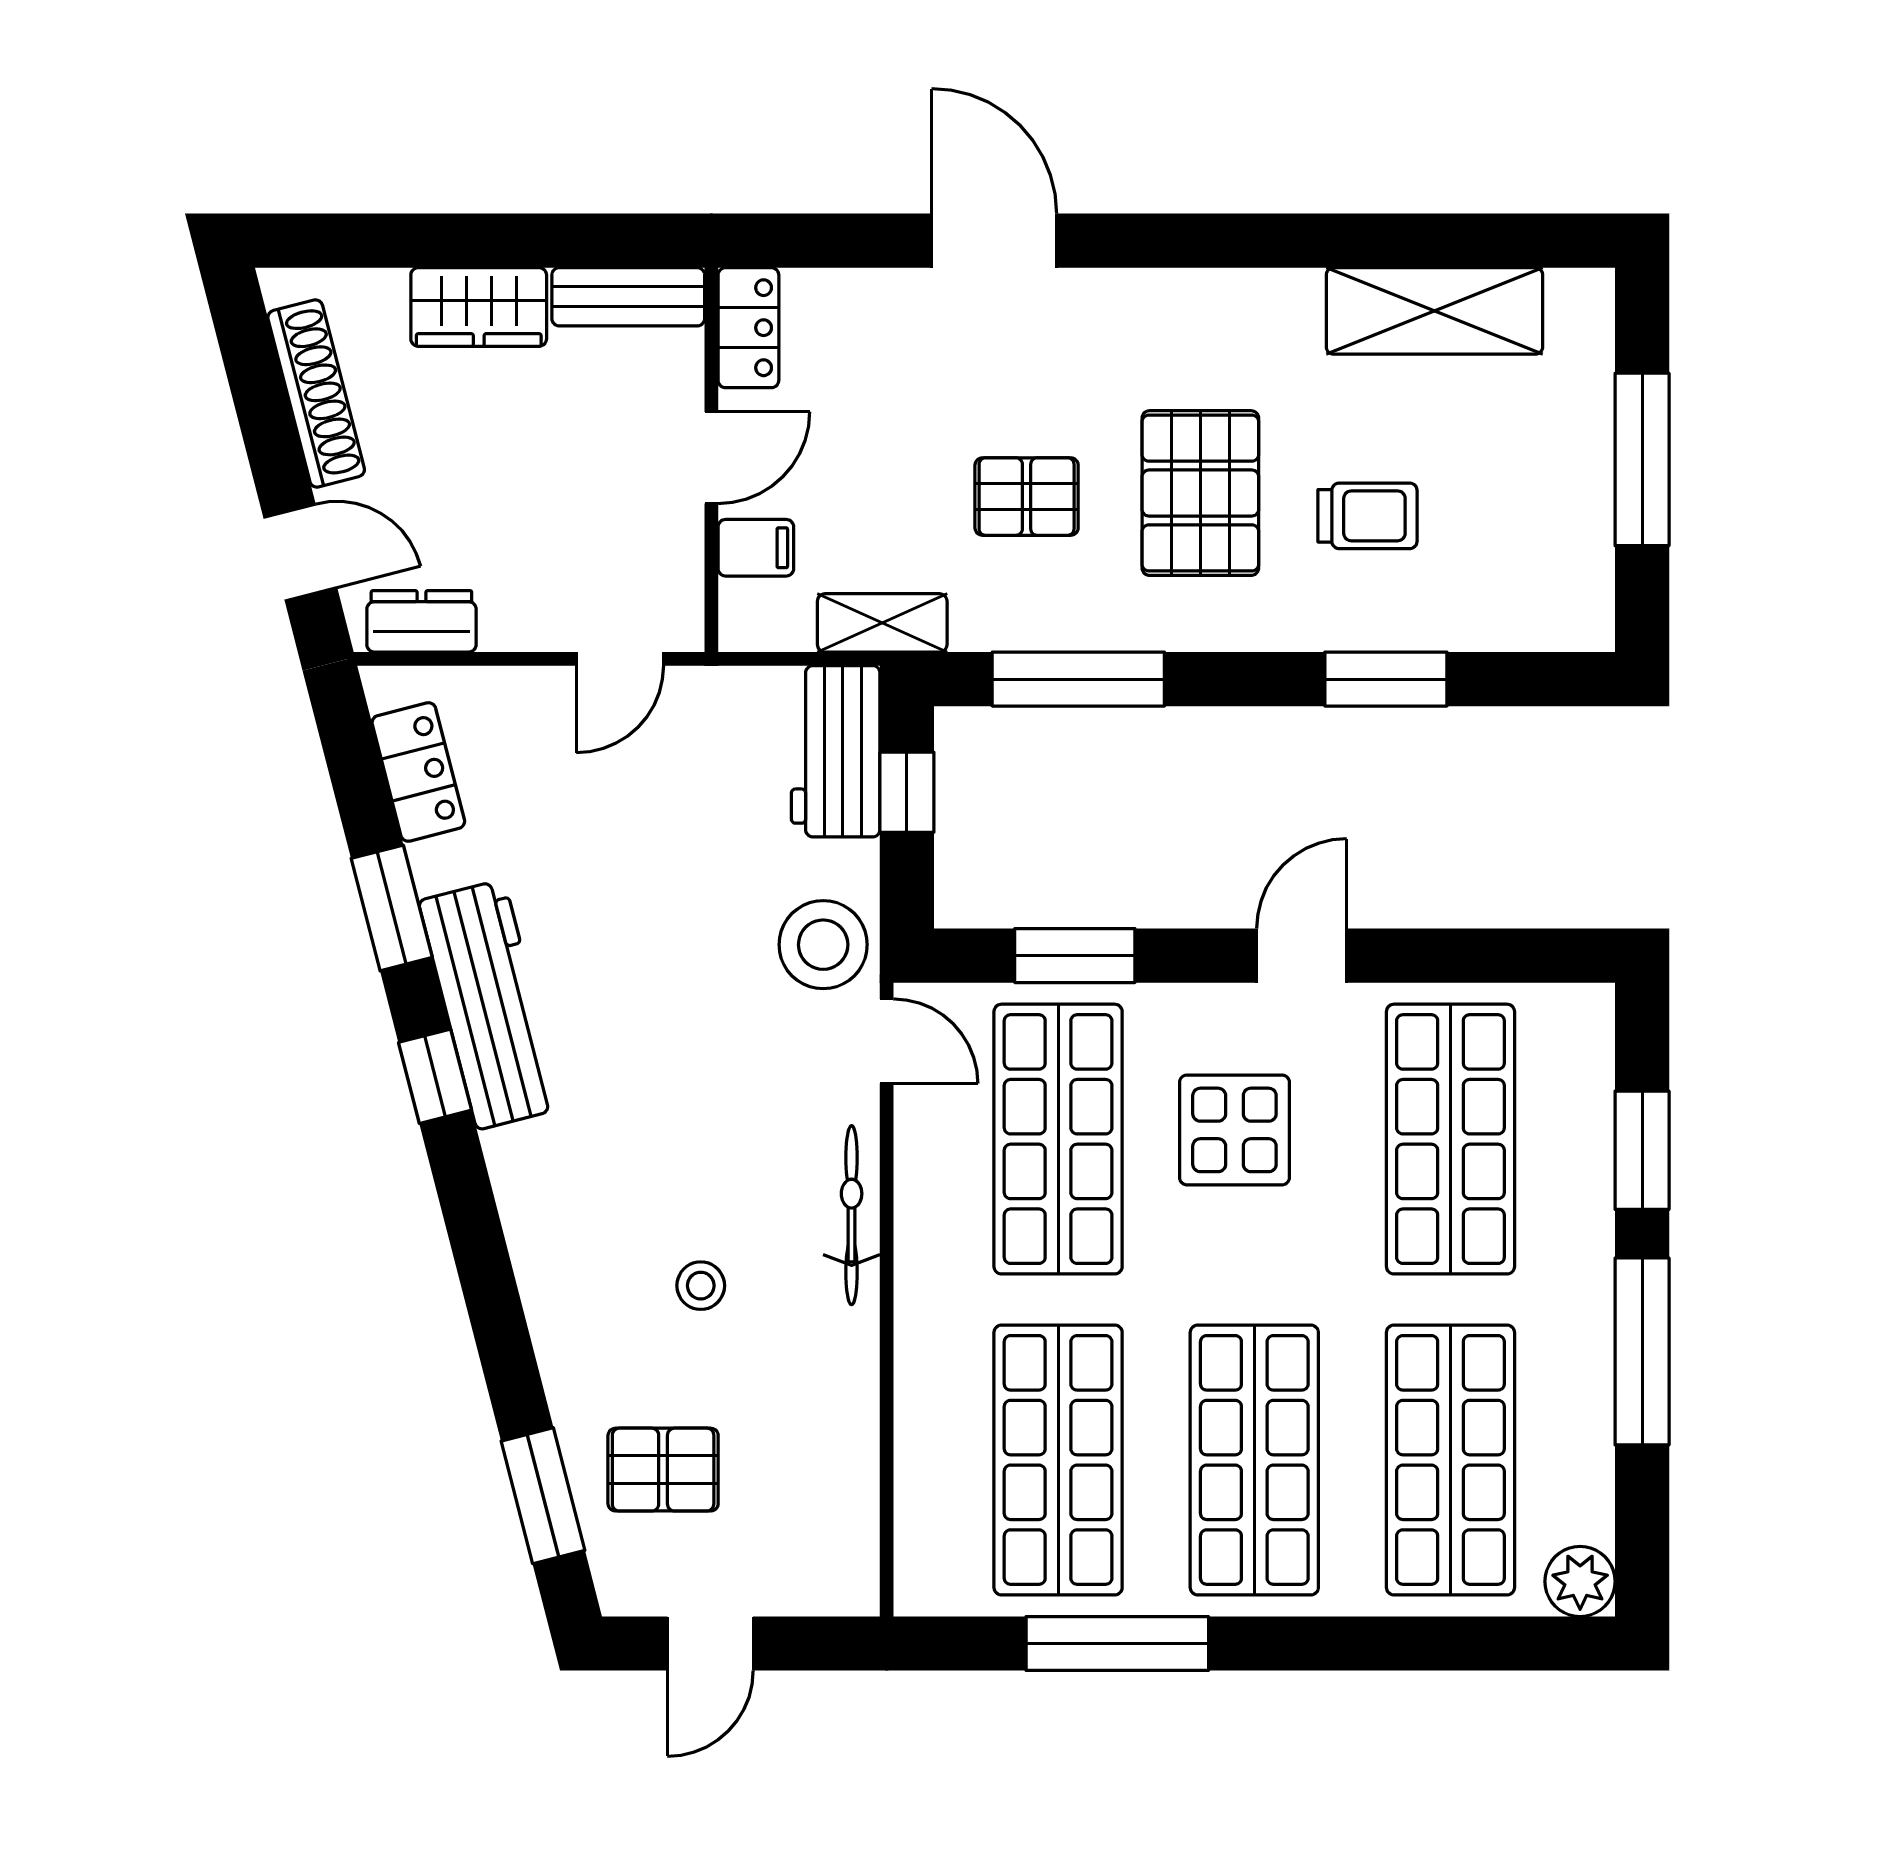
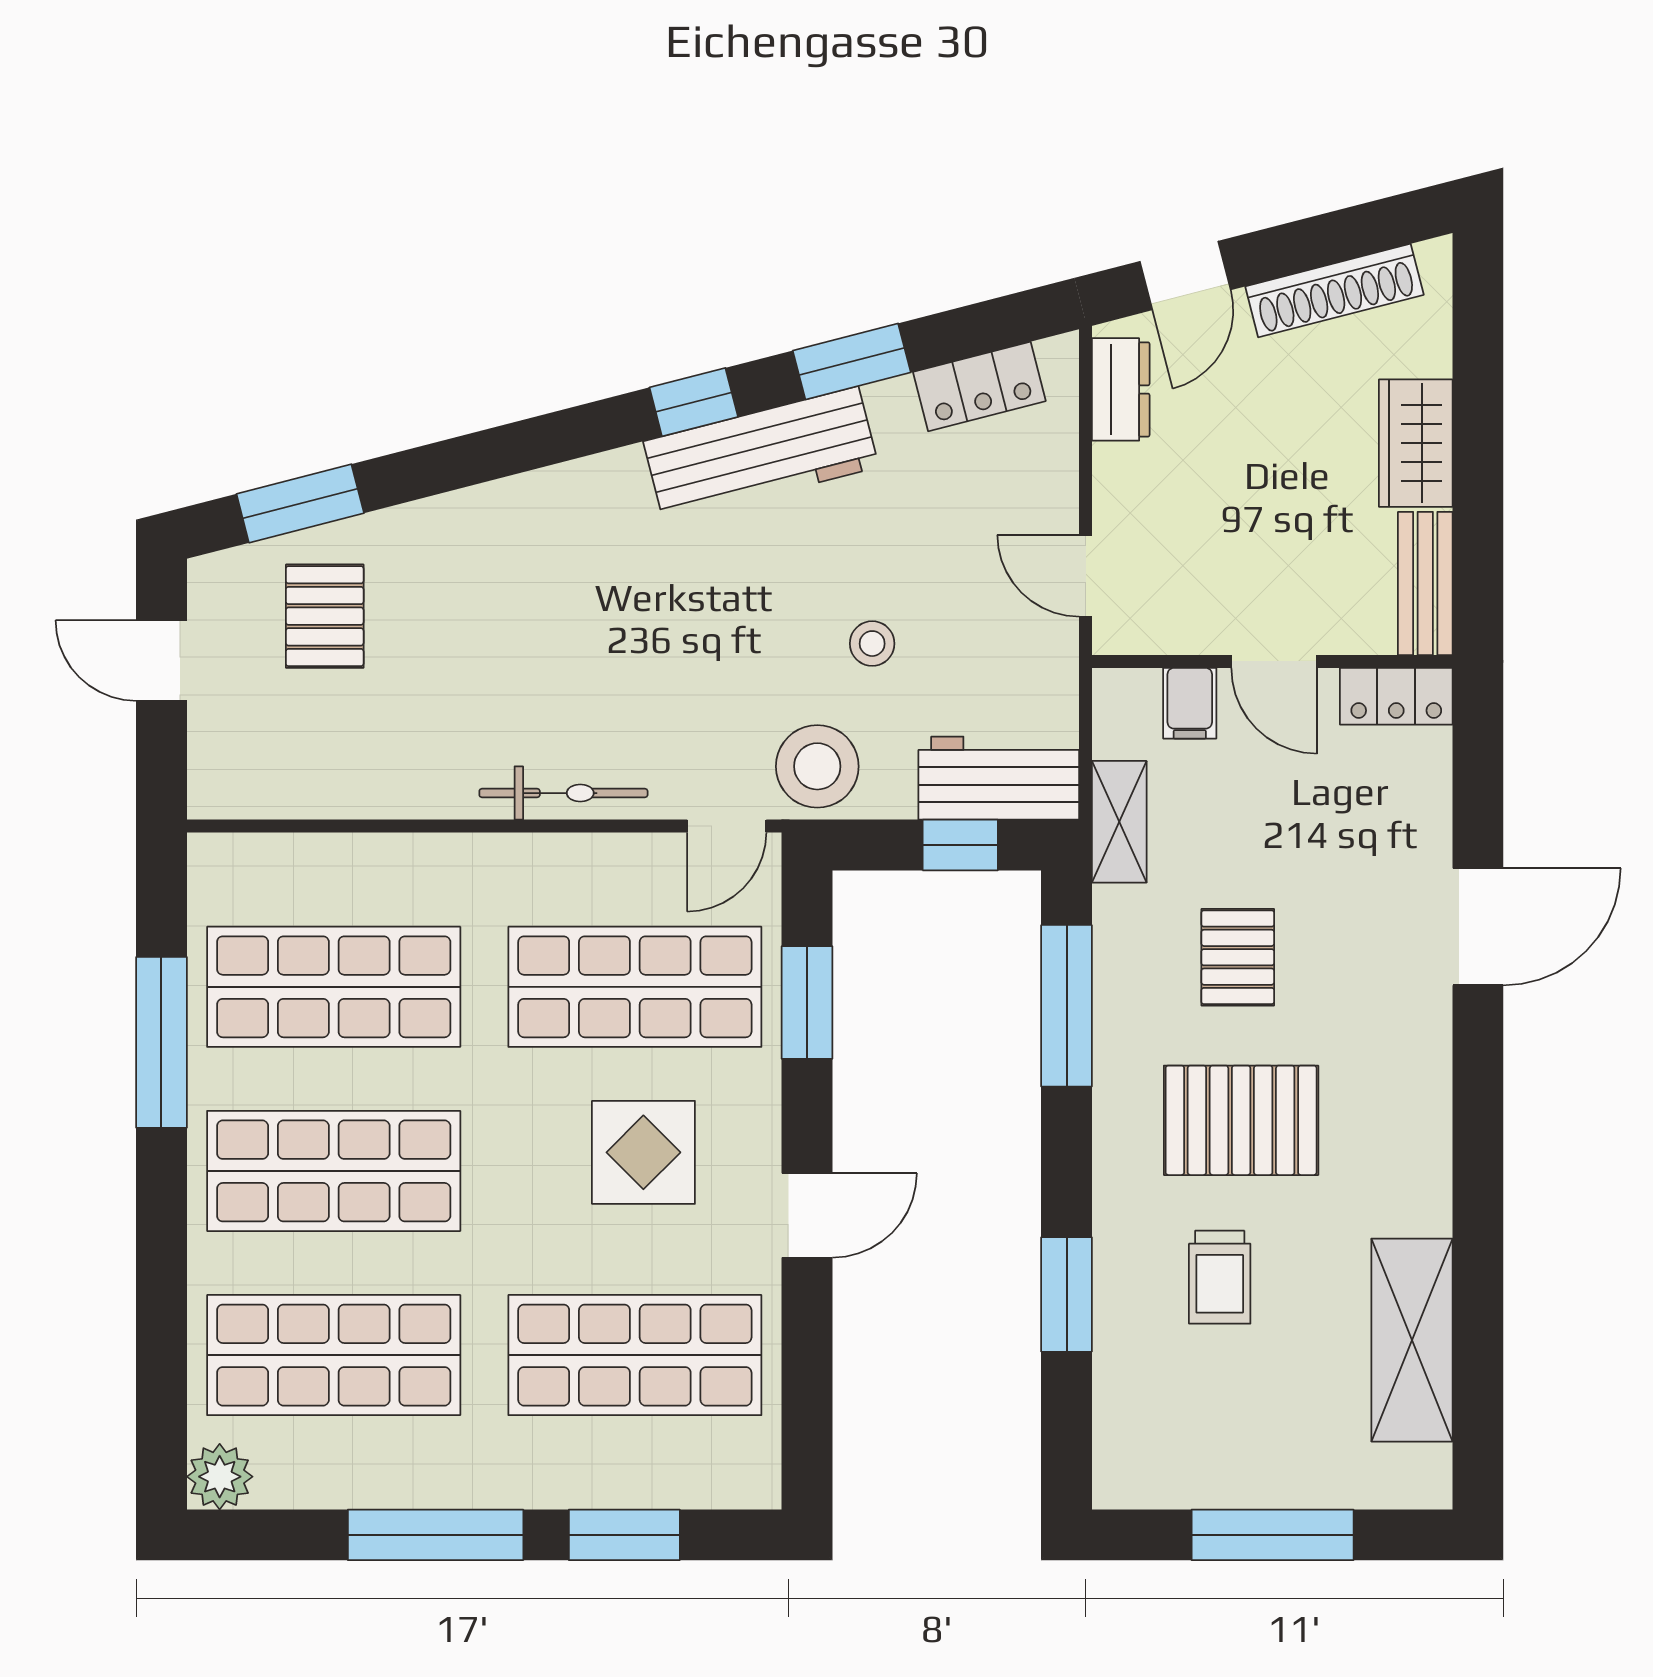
door: (1302, 956) -> (807, 1215), hinge flipped
stool: (701, 1286) -> (872, 644), moved

